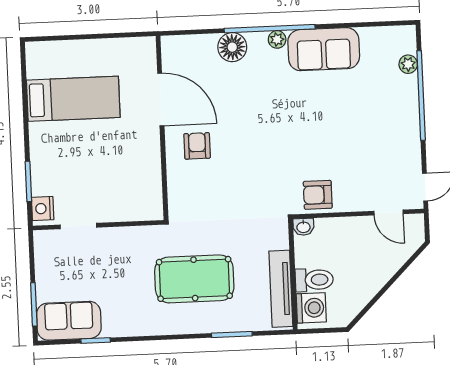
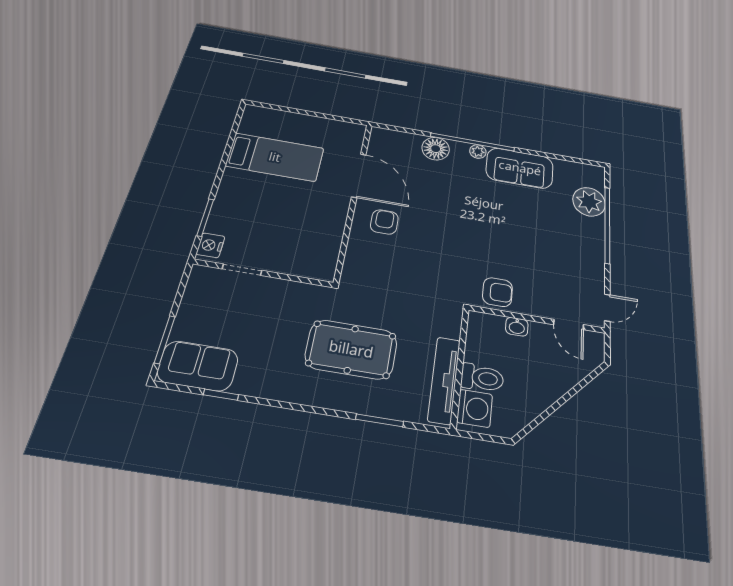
plant: (408, 64) -> (589, 202), width x1.87, depth x1.87
armchair: (318, 195) -> (497, 292), turned 180
washbasin: (303, 227) -> (517, 327), moved

